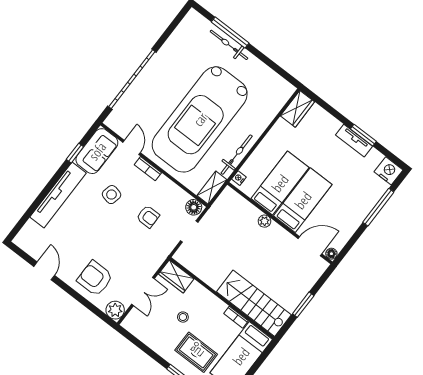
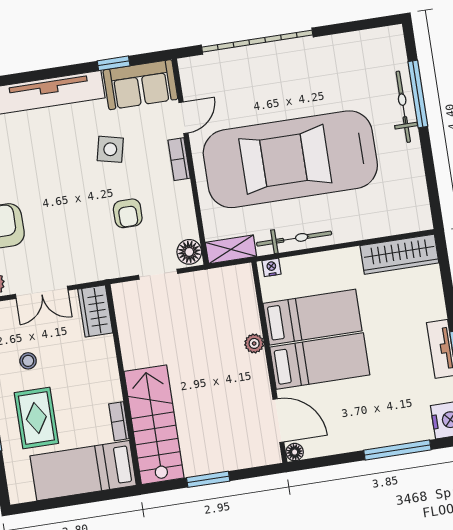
wardrobe: (297, 109) -> (399, 254), width x1.50
stool: (183, 317) -> (28, 361), moved

